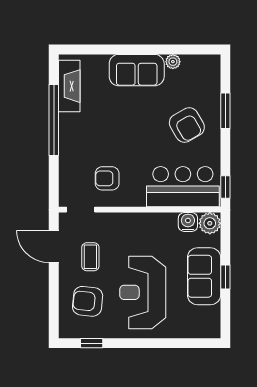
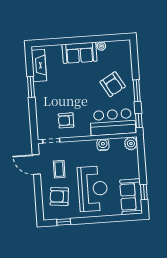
window: (225, 111) -> (137, 91), moved
window: (54, 120) -> (31, 87), width x0.47
water cooler: (188, 222) -> (103, 145), moved
sofa: (204, 276) -> (131, 197), moved
window: (225, 277) -> (144, 192), moved
reception desk: (143, 292) -> (93, 189), turned 180

